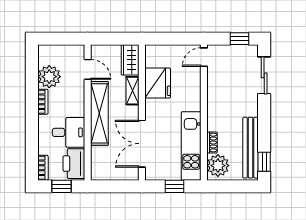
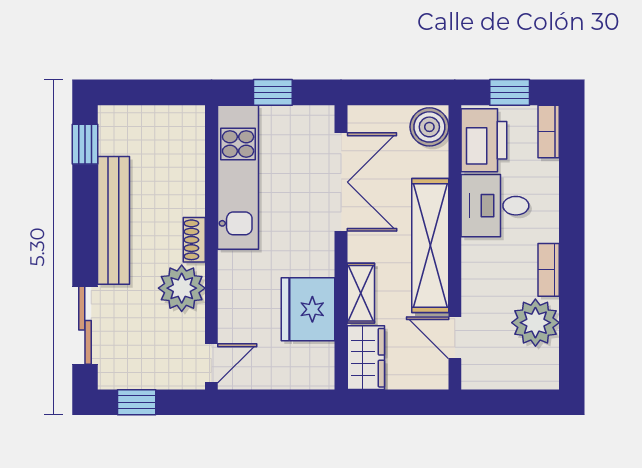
shoe rack: (212, 142) -> (194, 240), moved
bench: (250, 148) -> (114, 220), moved
plant: (218, 166) -> (182, 288), moved
boiler: (100, 170) -> (429, 127), added

